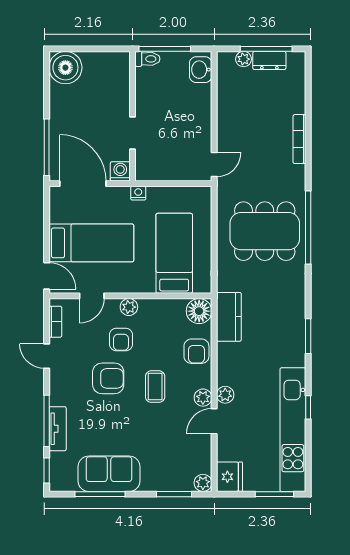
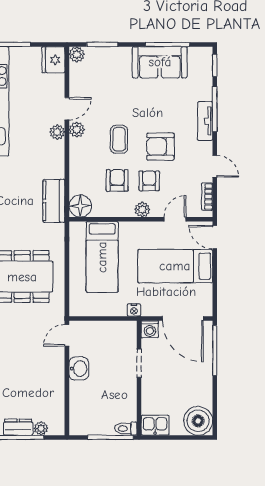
kitchen sink: (114, 63) -> (155, 425), added
washbasin: (201, 70) -> (79, 369), moved
armchair: (196, 351) -> (117, 180), moved
tv unit: (58, 429) -> (205, 121), moved

